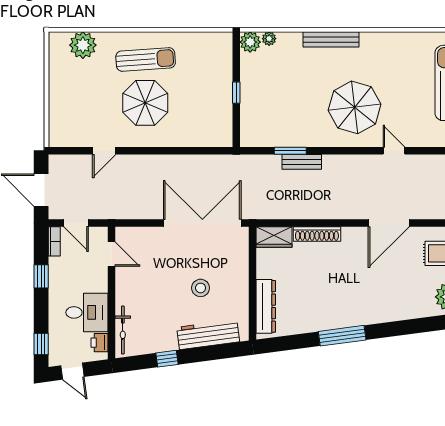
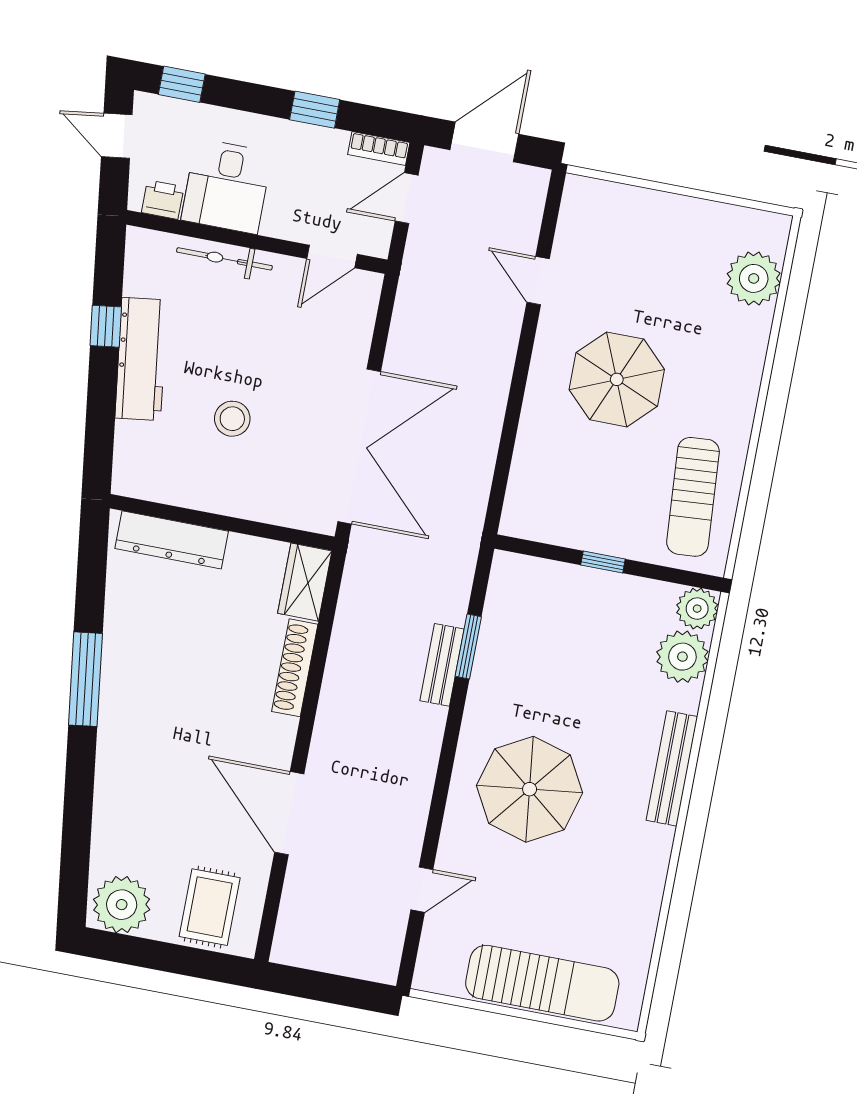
plant: (269, 39) -> (682, 657), width x1.88, depth x1.88
sun lounger: (146, 59) -> (693, 497), moved
door: (394, 151) -> (422, 890), moved
bicycle: (123, 330) -> (224, 259), moved
workbench: (208, 335) -> (141, 359), moved
door: (72, 371) -> (117, 136), hinge flipped

